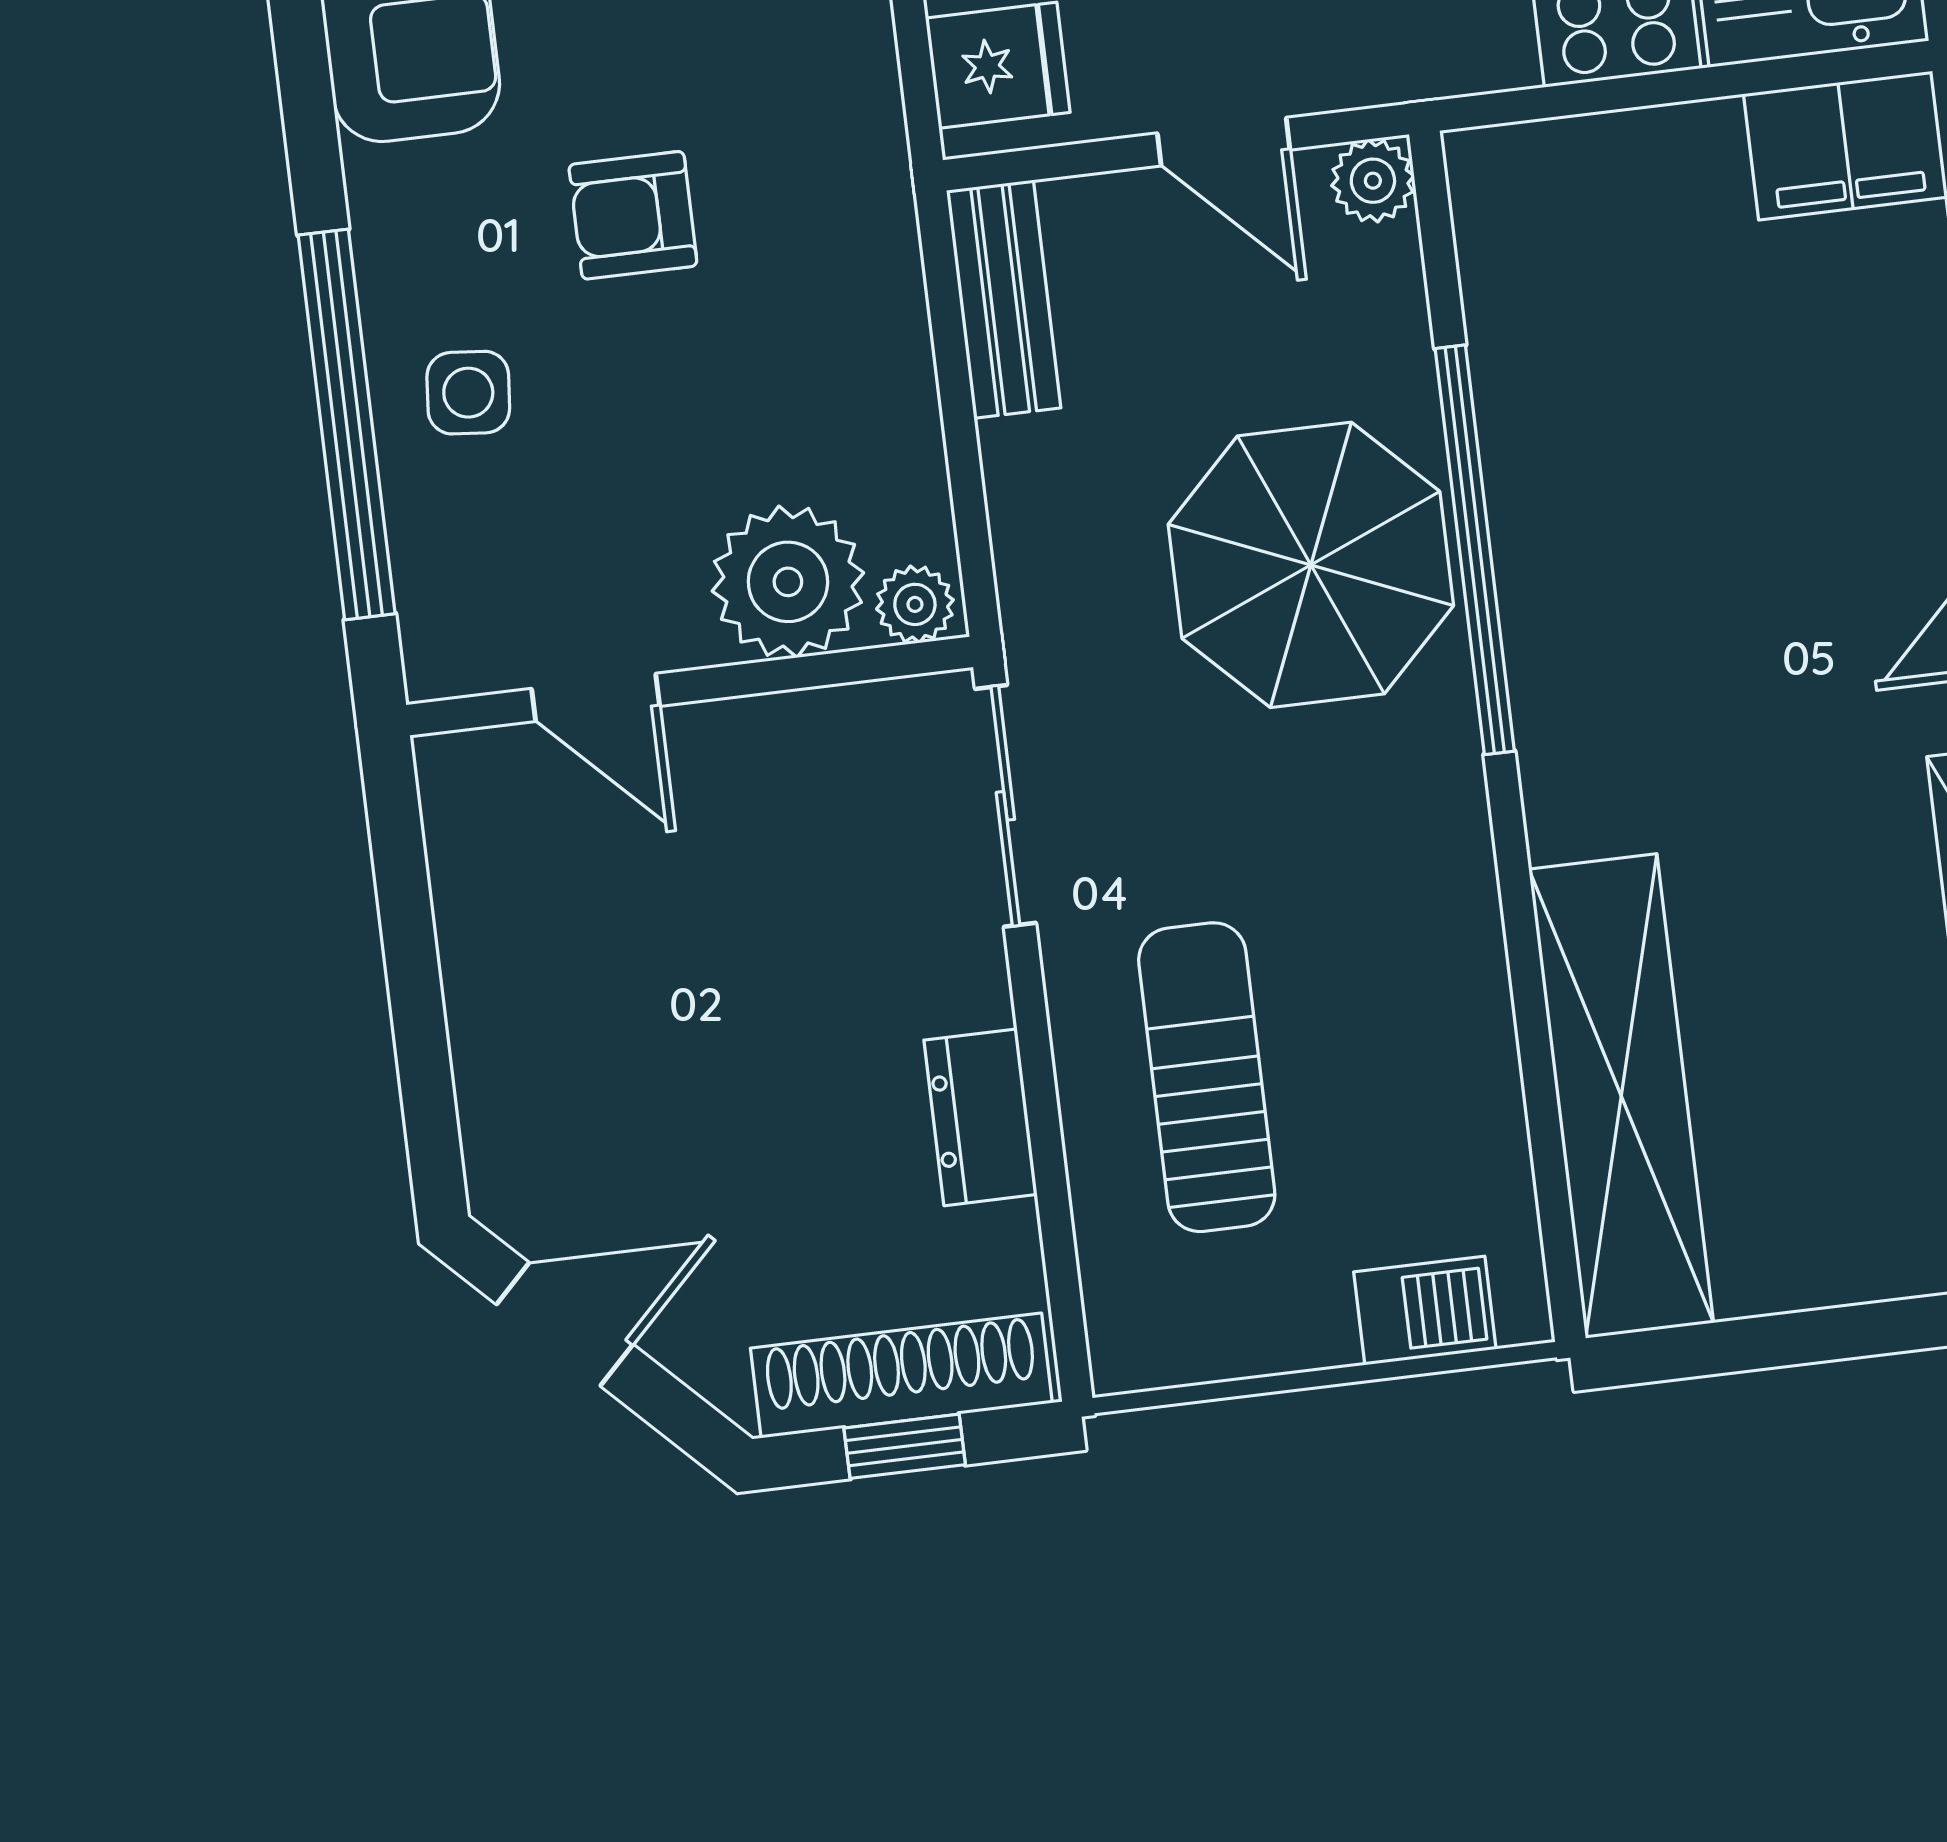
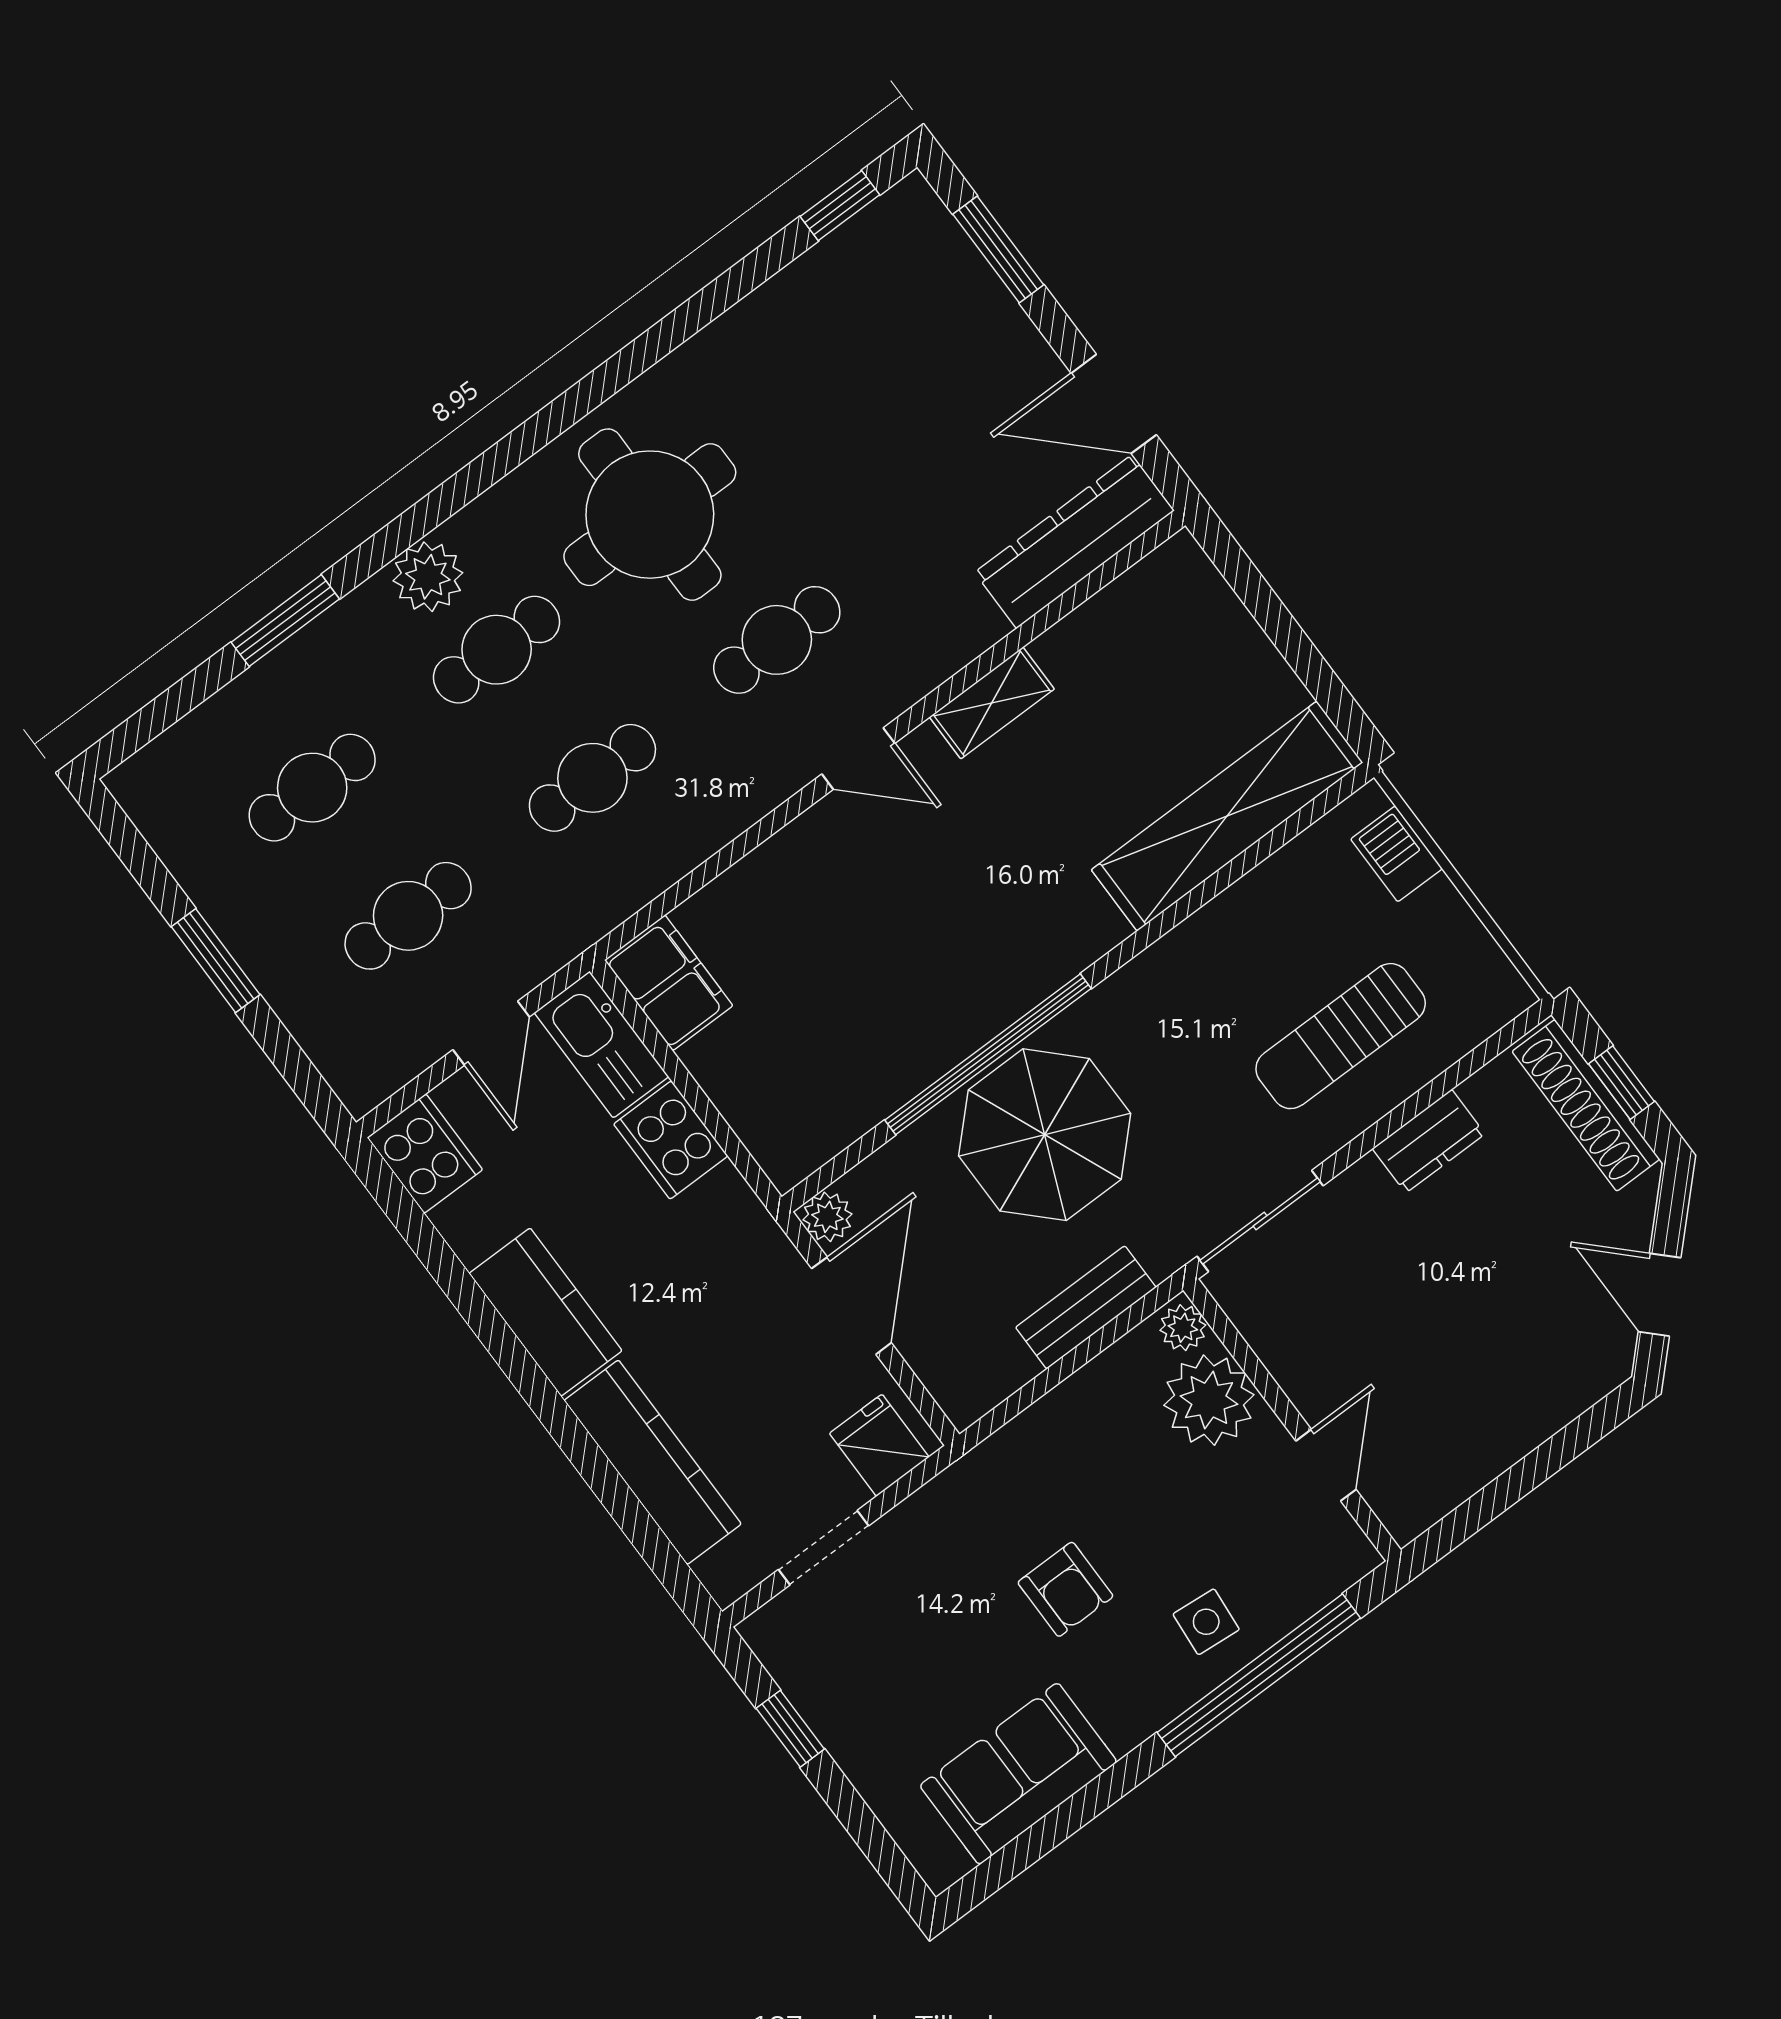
door: (1224, 142) -> (852, 1306), width x1.38
bench: (1004, 299) -> (1086, 1307), moved

